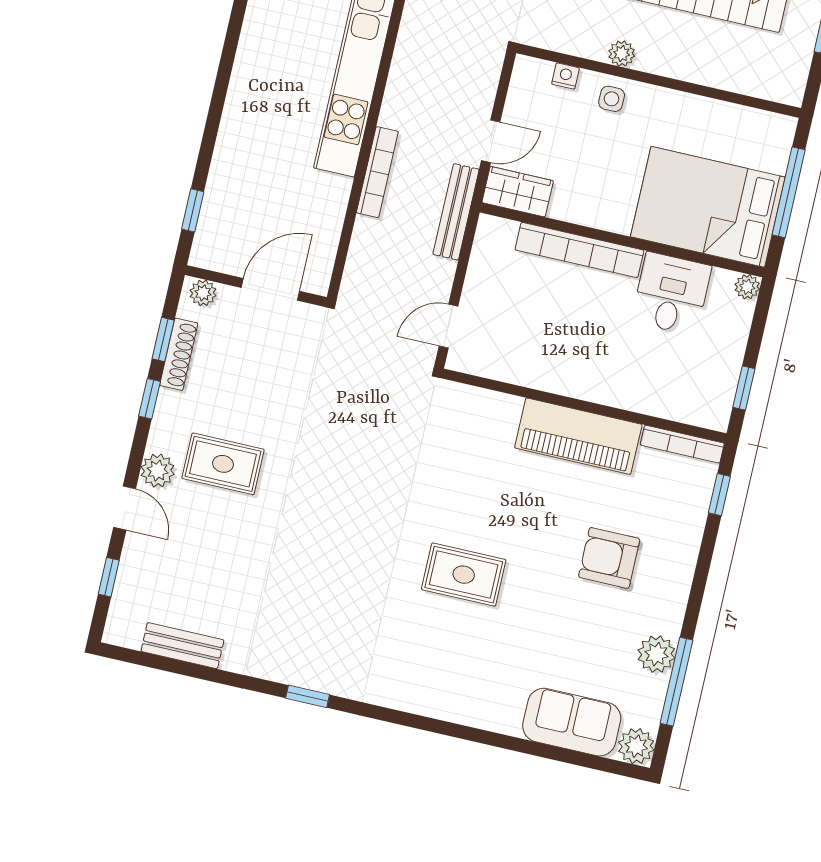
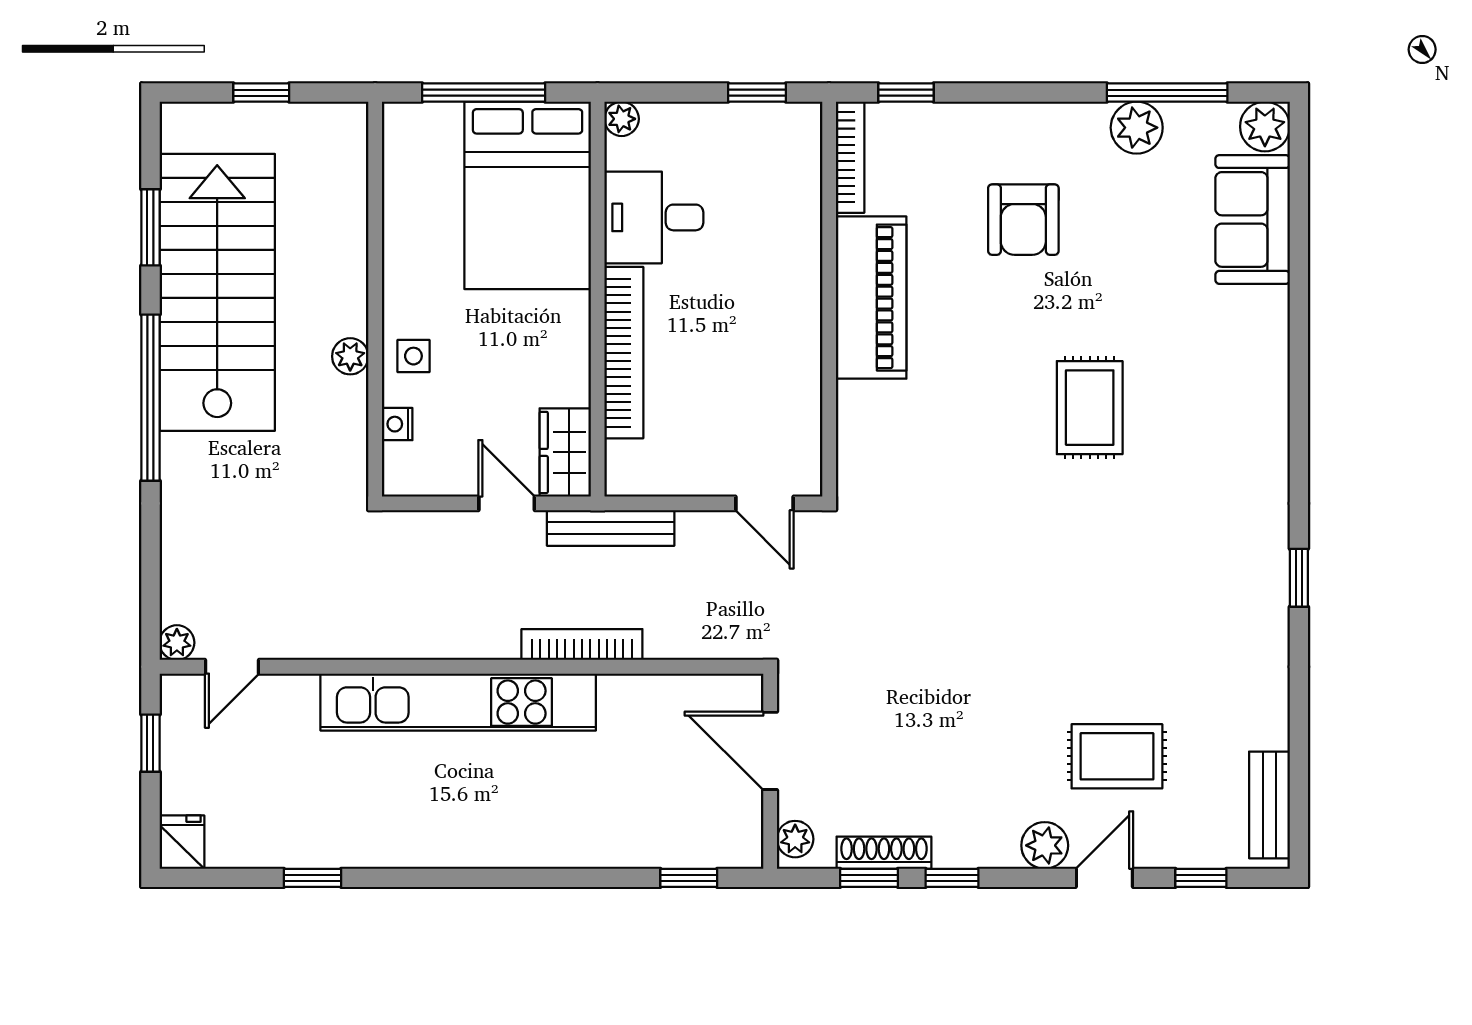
rug: (223, 464) -> (1117, 756), moved, turned 90
bench: (182, 646) -> (1269, 805), moved

